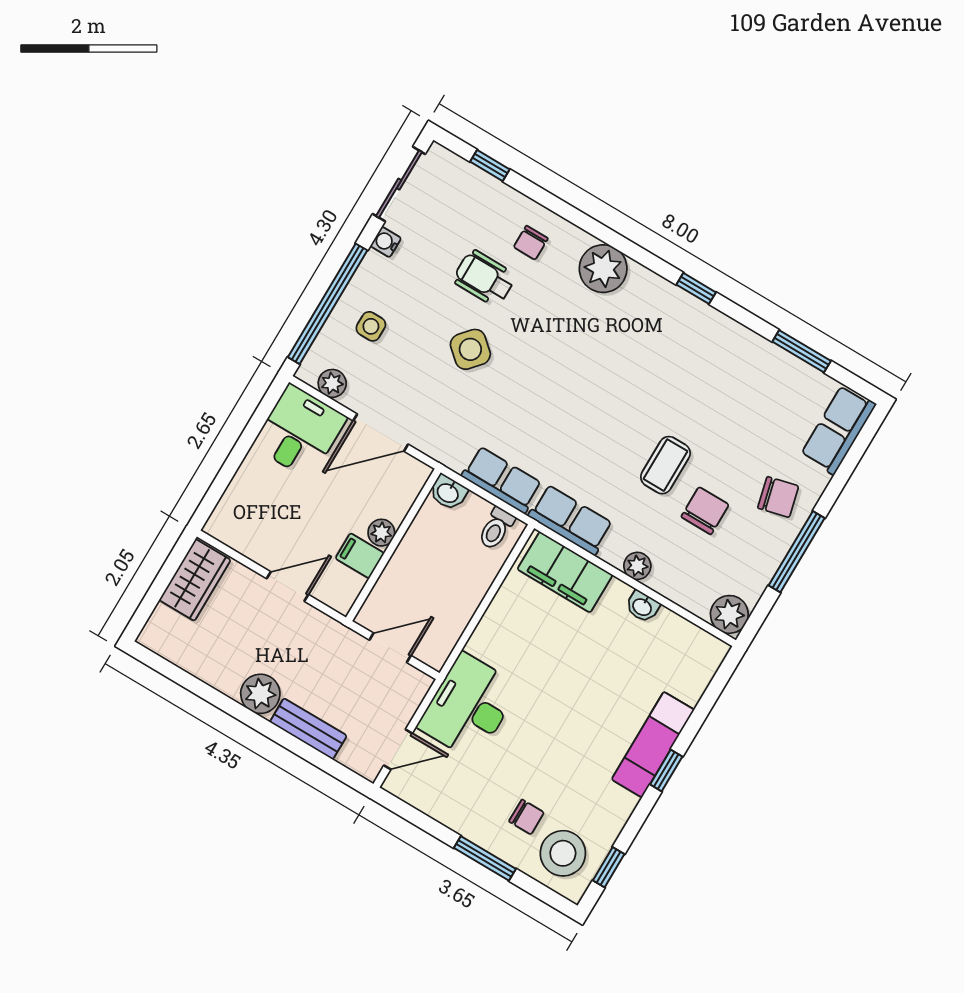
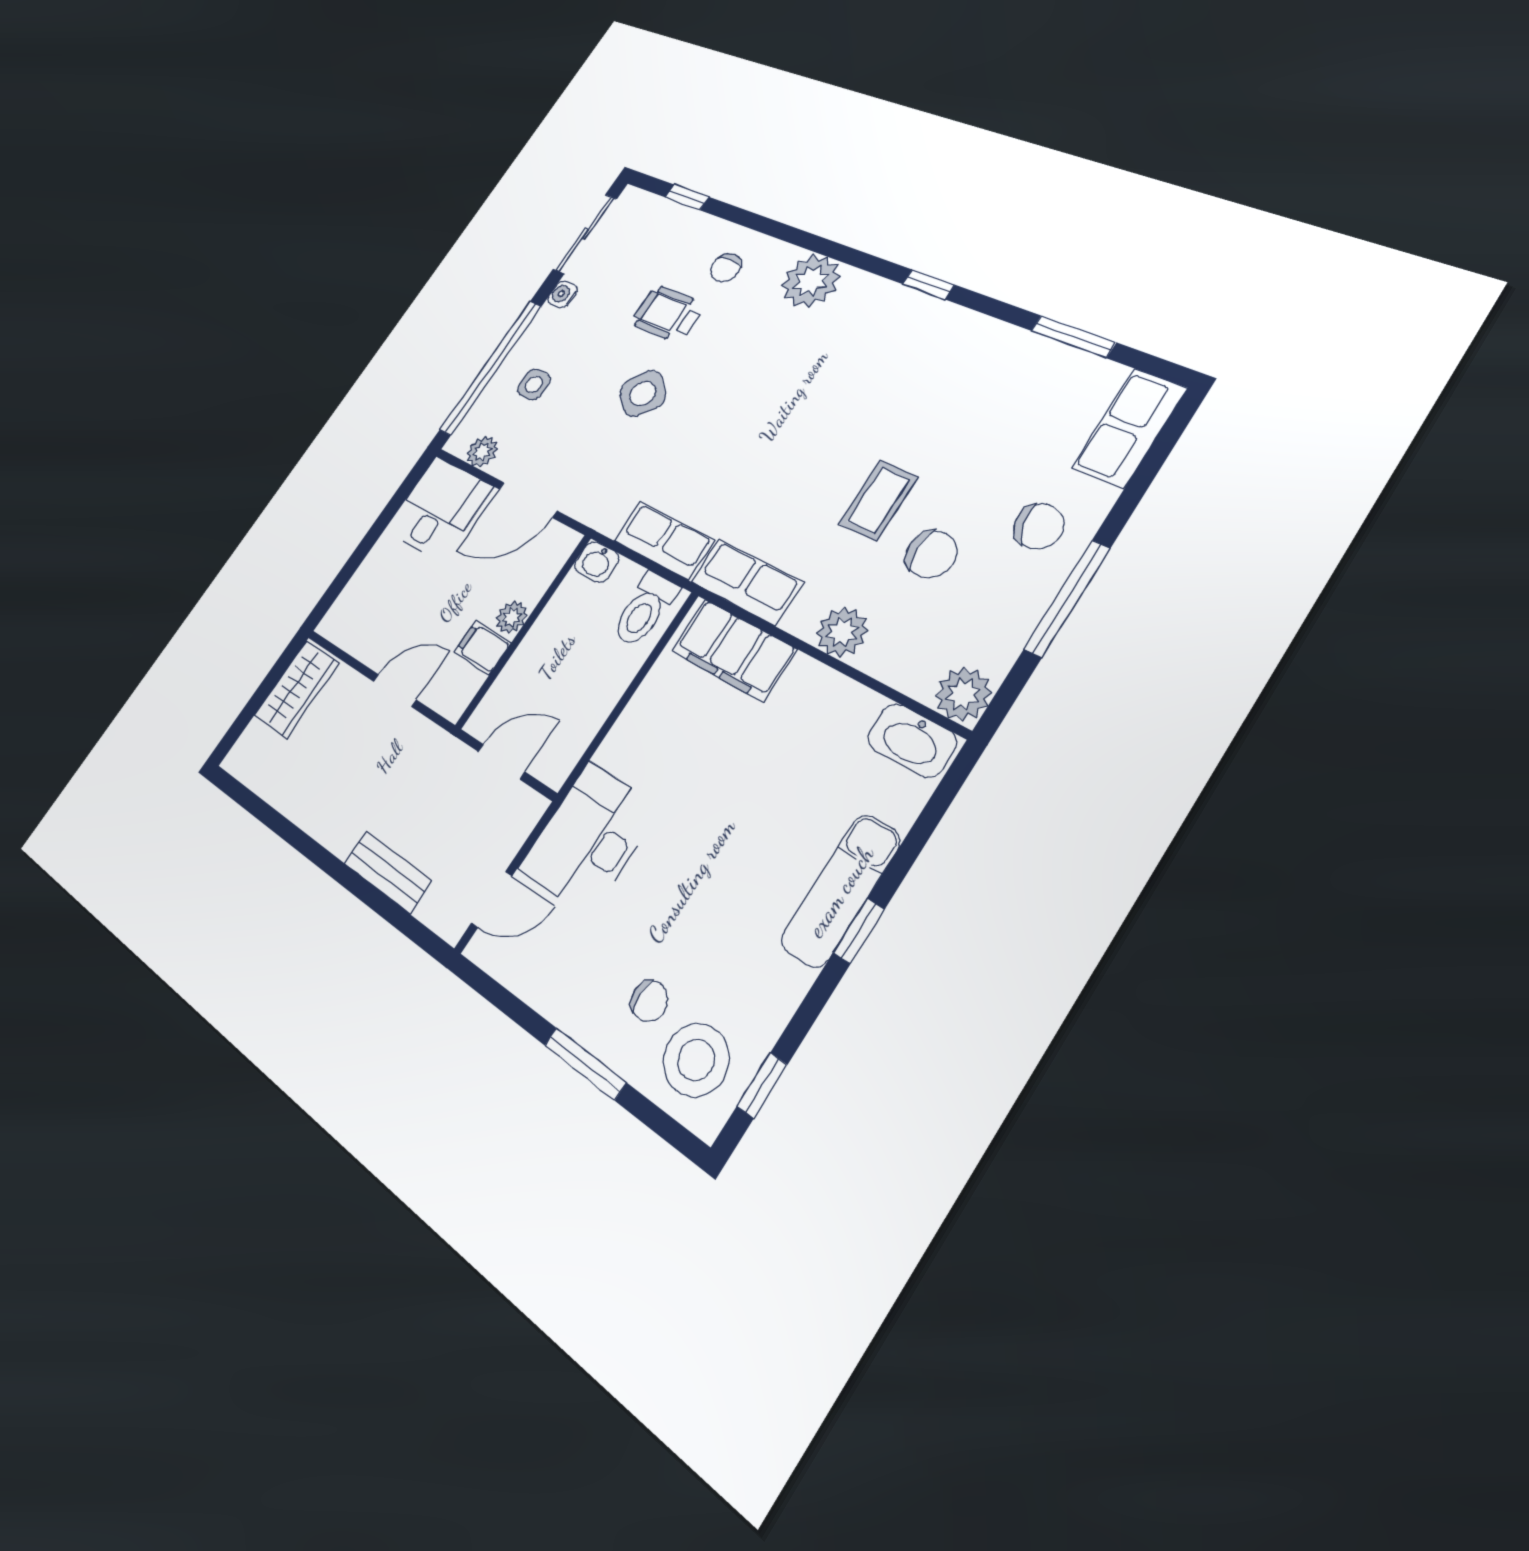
chair: (705, 511) -> (931, 554), turned 90
toilet: (496, 528) -> (645, 609), width x1.37, depth x1.39
plant: (637, 566) -> (842, 632), width x1.38, depth x1.38
washbasin: (642, 607) -> (912, 740), moved, width x1.91, depth x1.45
plant: (260, 694) -> (341, 827), removed

